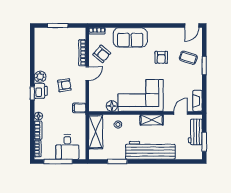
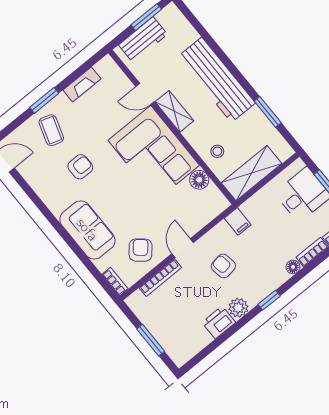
door: (87, 74) -> (183, 248), hinge flipped
printer: (41, 91) -> (219, 322), moved
fireplace: (198, 101) -> (82, 84), moved
door: (181, 113) -> (145, 94), moved

